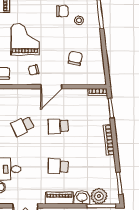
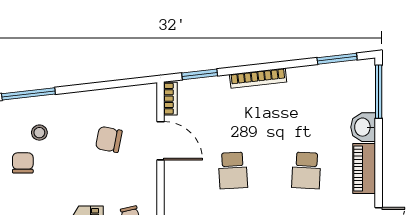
door: (51, 87) -> (161, 141), moved
plant: (99, 196) -> (361, 96), removed

